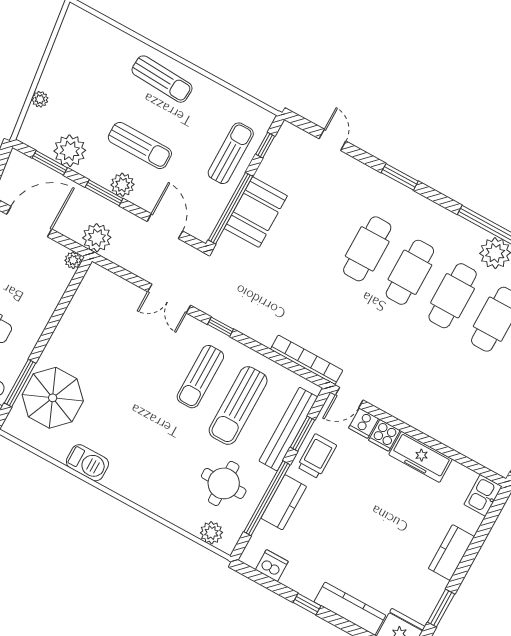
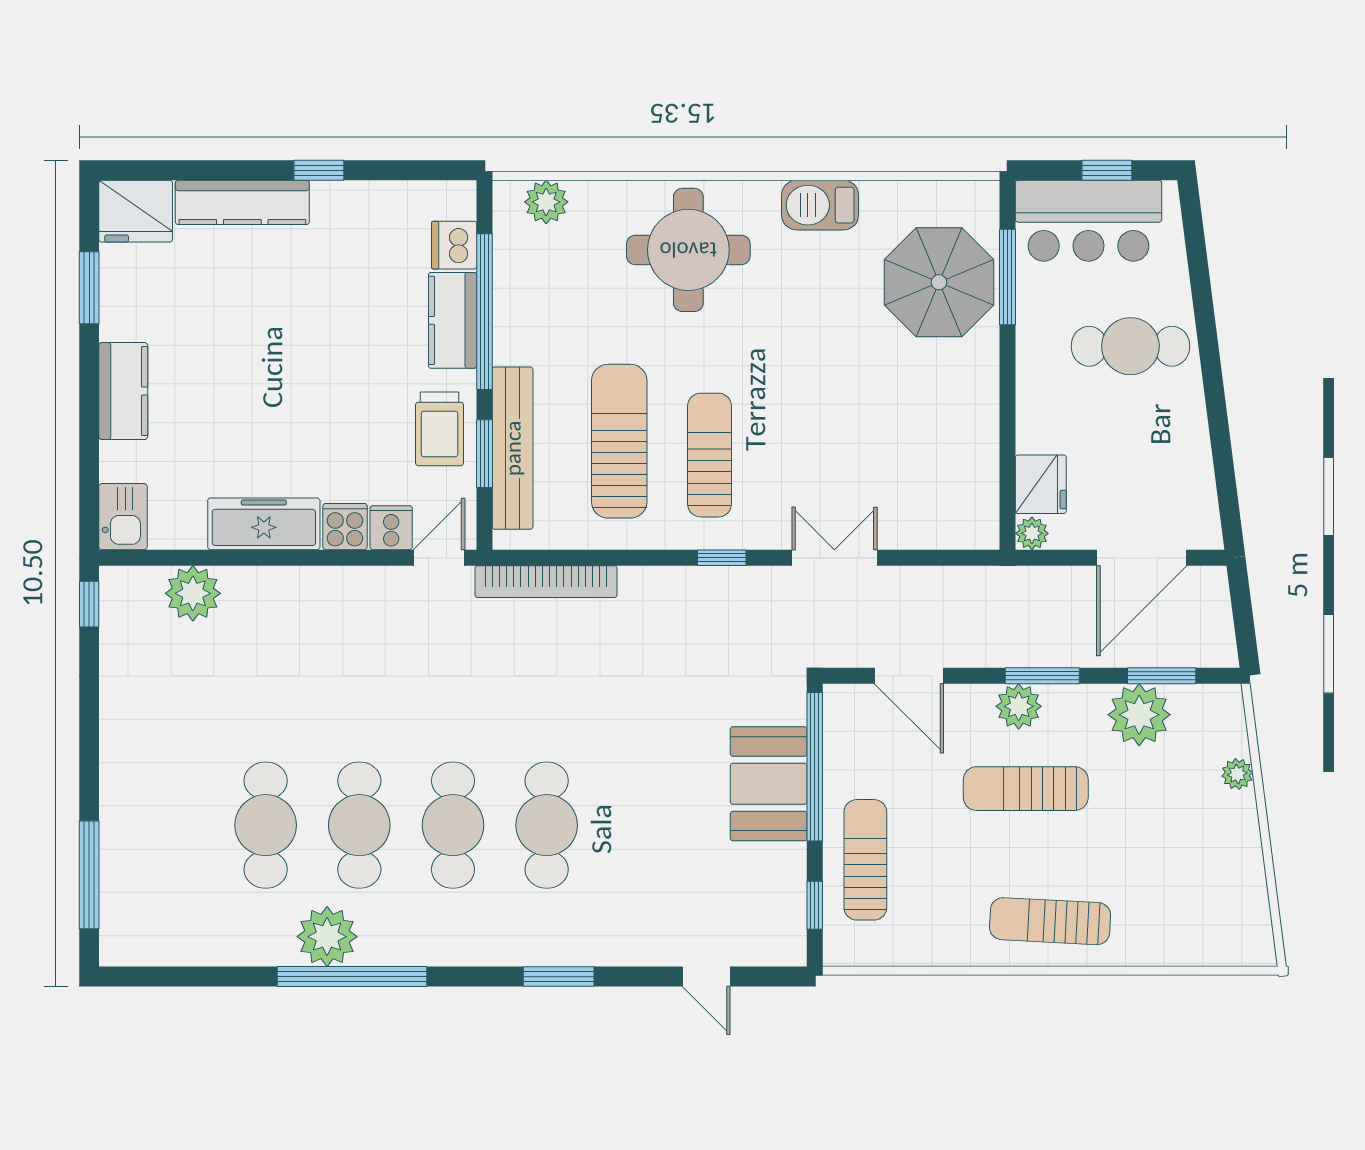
sun lounger: (231, 153) -> (865, 860), turned 180
plant: (97, 238) -> (193, 593), moved
fridge: (57, 280) -> (1041, 484), added
round table: (224, 483) -> (688, 250), moved, width x1.36, depth x1.36
dishwasher: (272, 566) -> (454, 245), moved, turned 90

